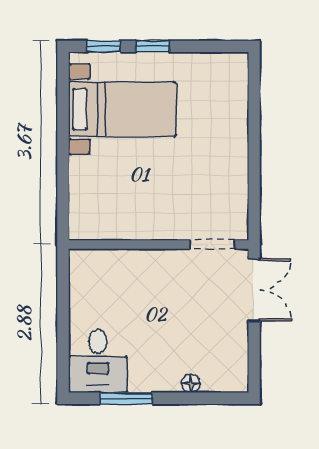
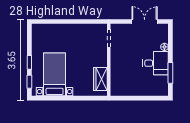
wardrobe: (111, 224) -> (100, 79), added
double door: (254, 290) -> (145, 21), moved
desk: (98, 361) -> (156, 63), moved

